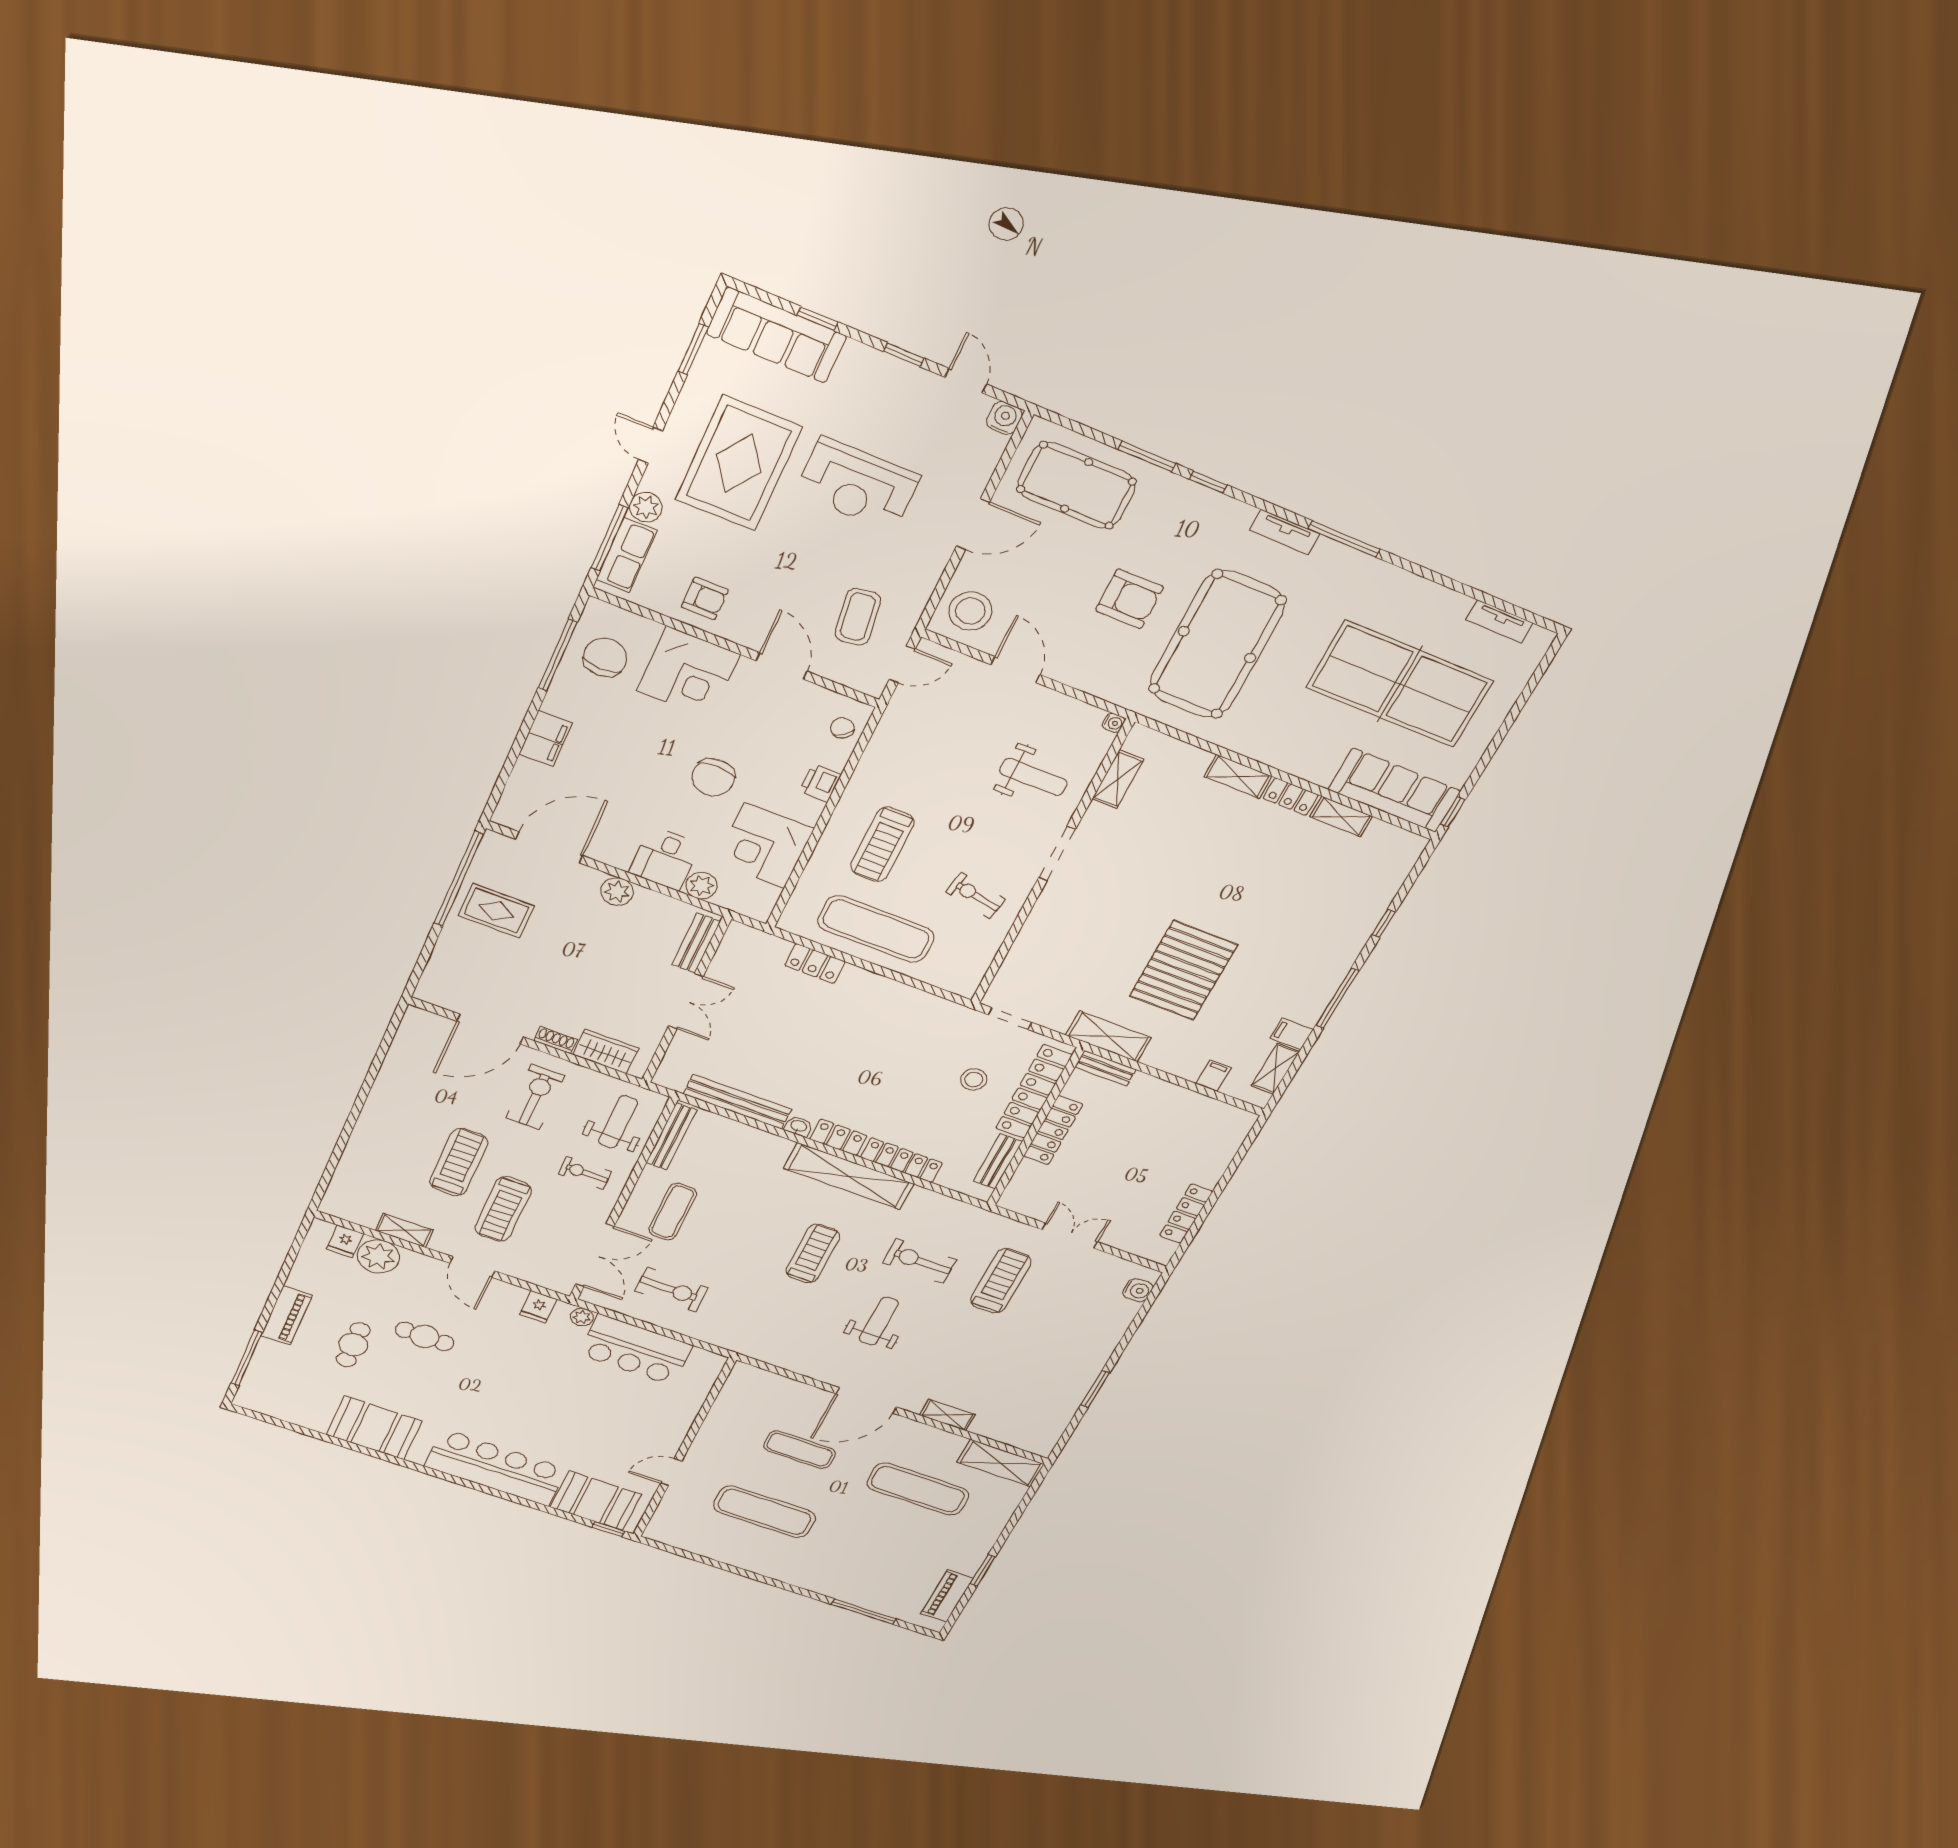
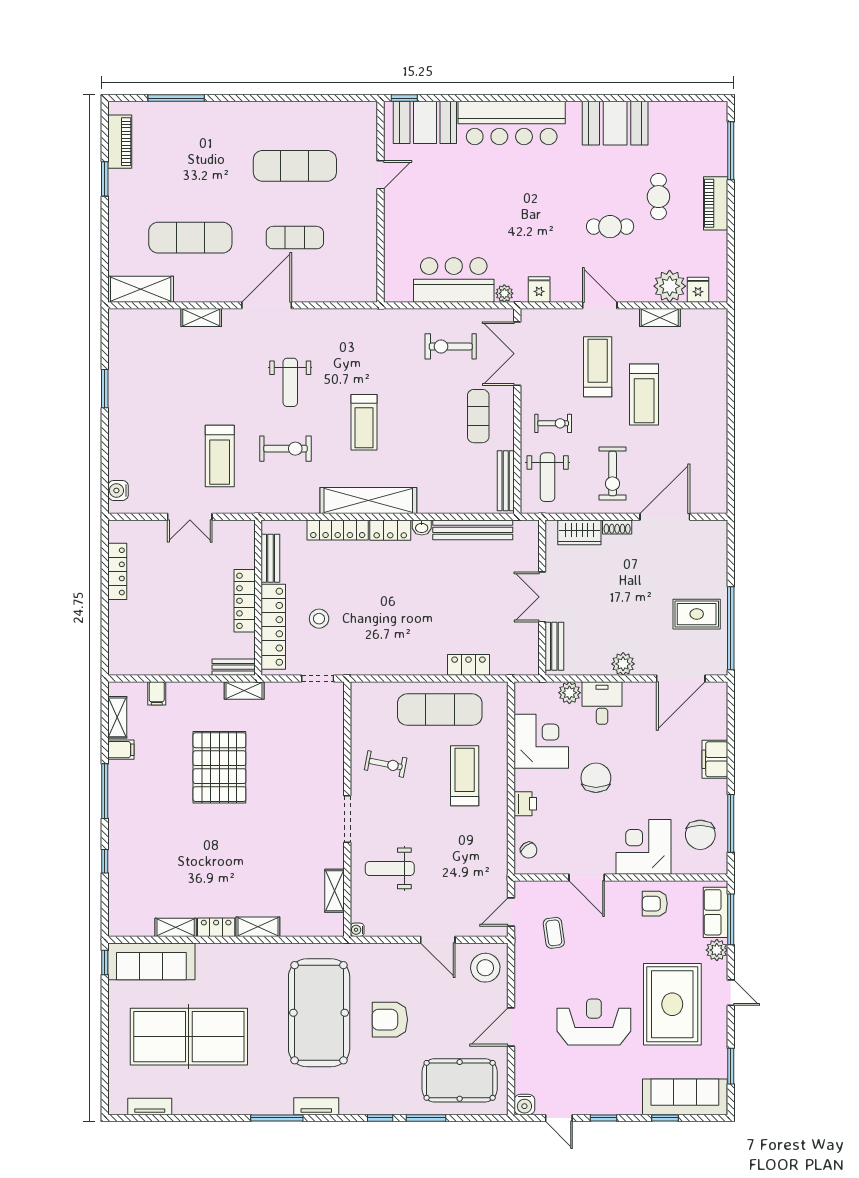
coffee table: (858, 617) -> (554, 933), width x0.73, depth x0.77
shelving: (1108, 1036) -> (244, 690), width x0.67, depth x0.75

